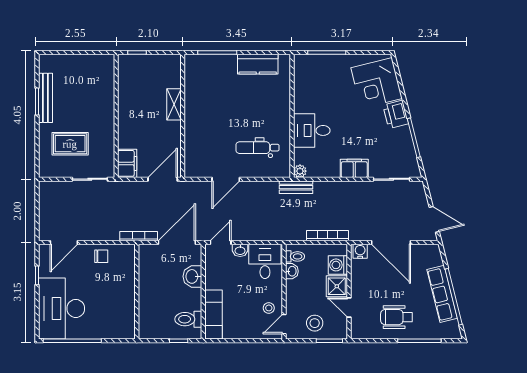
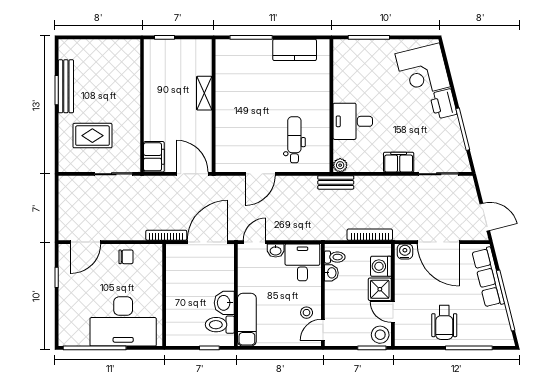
dental chair: (258, 148) -> (294, 140), turned 90
door: (163, 179) -> (192, 174), hinge flipped
washbasin: (192, 276) -> (224, 303), moved
row of seats: (442, 294) -> (488, 277), moved
desk: (62, 308) -> (123, 321), moved, turned -90
wheelchair: (397, 317) -> (444, 322), turned -90
stool: (315, 323) -> (380, 335), moved

